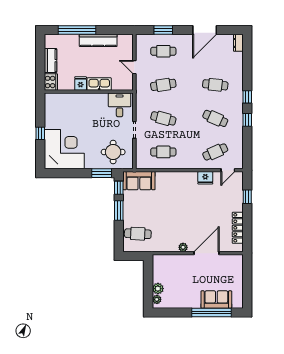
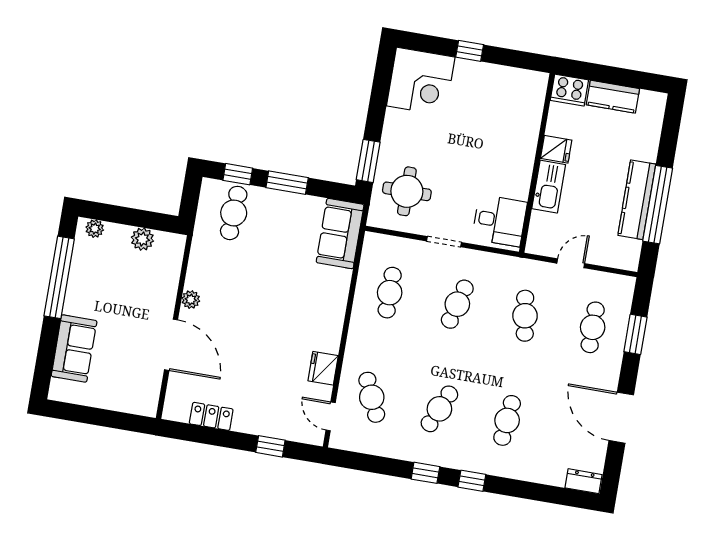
window: (77, 30) -> (658, 205), moved
corner desk: (64, 149) -> (421, 81), width x0.74, depth x0.74
window: (119, 188) -> (238, 174), moved
locker: (238, 228) -> (211, 416), width x0.66
plant: (158, 289) -> (142, 239), moved
window: (211, 313) -> (59, 277), moved

